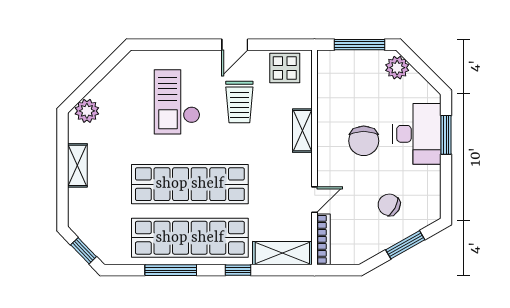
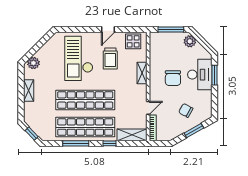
checkout: (177, 102) -> (79, 58), width x1.36, depth x1.21

